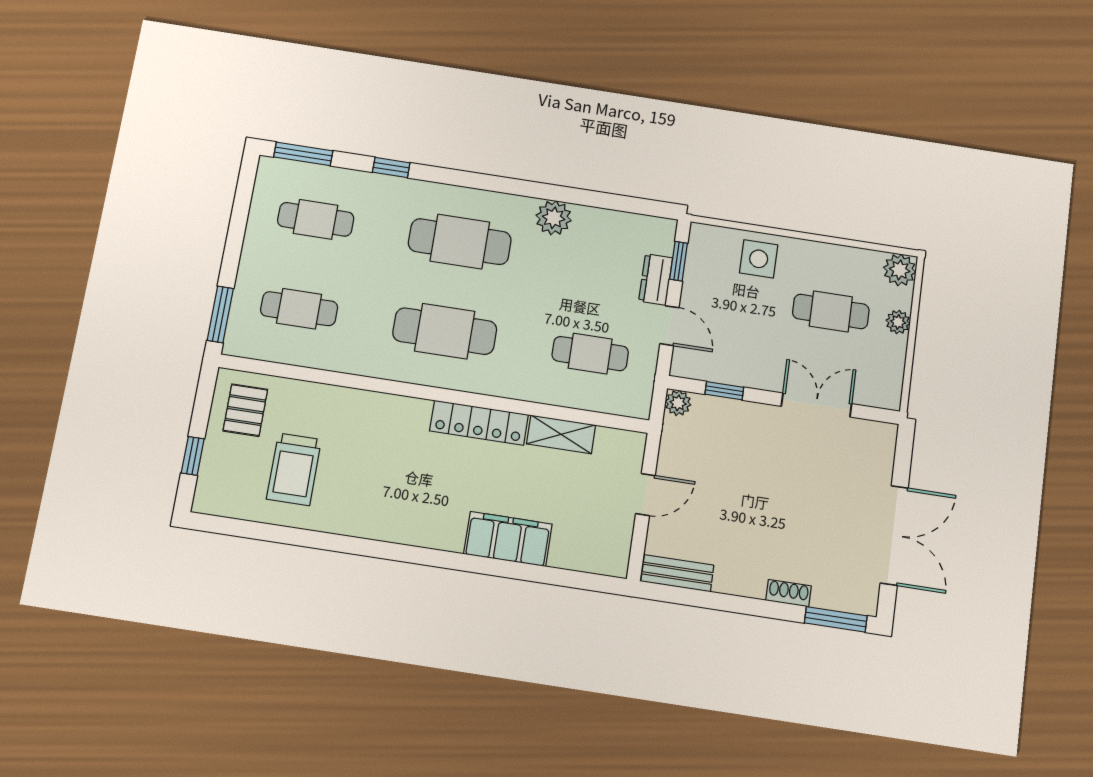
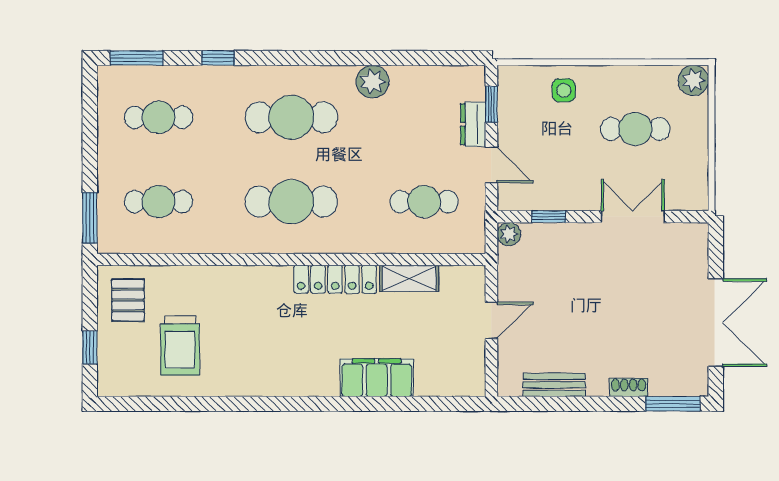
side table: (759, 259) -> (564, 90), width x0.73, depth x0.73
plant: (898, 322) -> (697, 129), removed
bench: (677, 573) -> (554, 385), moved

